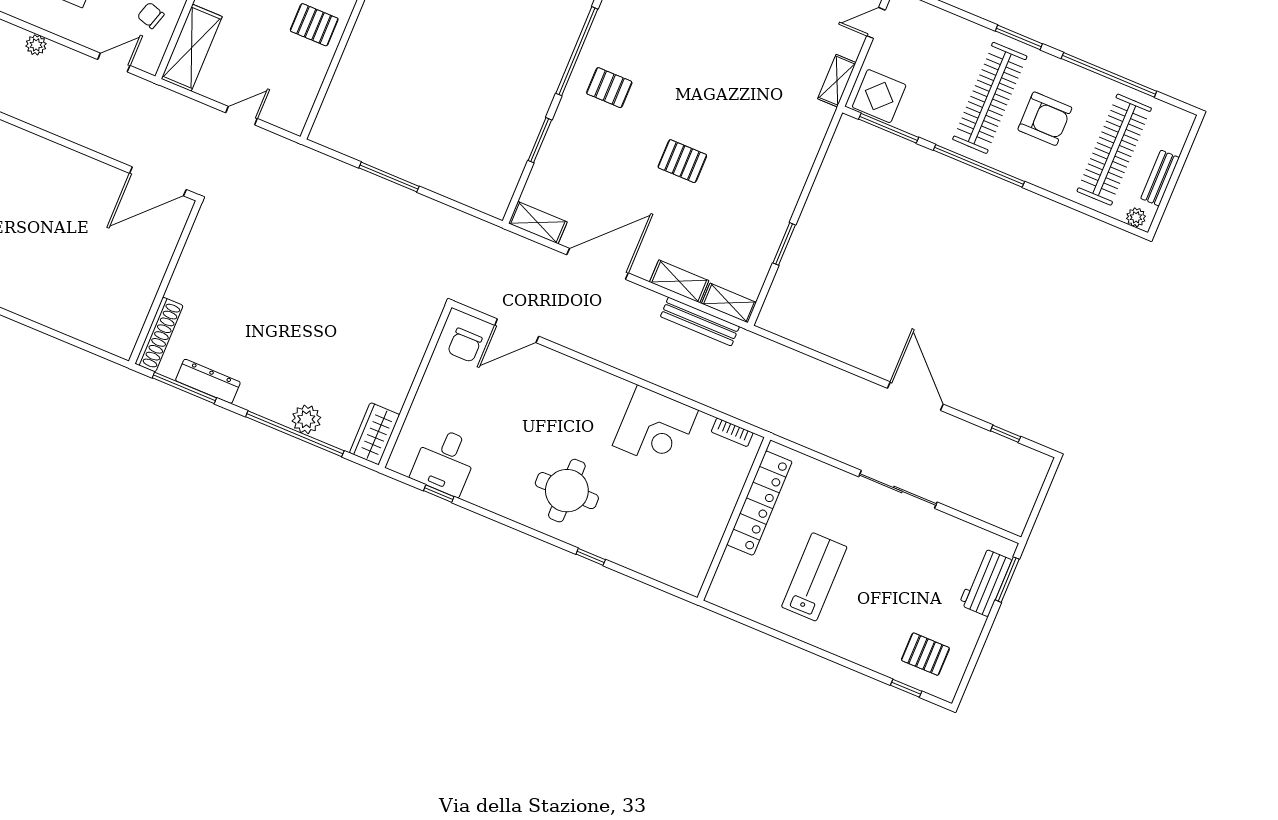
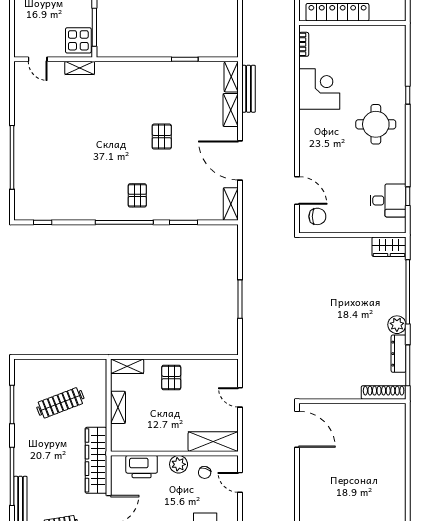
plant: (306, 419) -> (397, 325), moved

